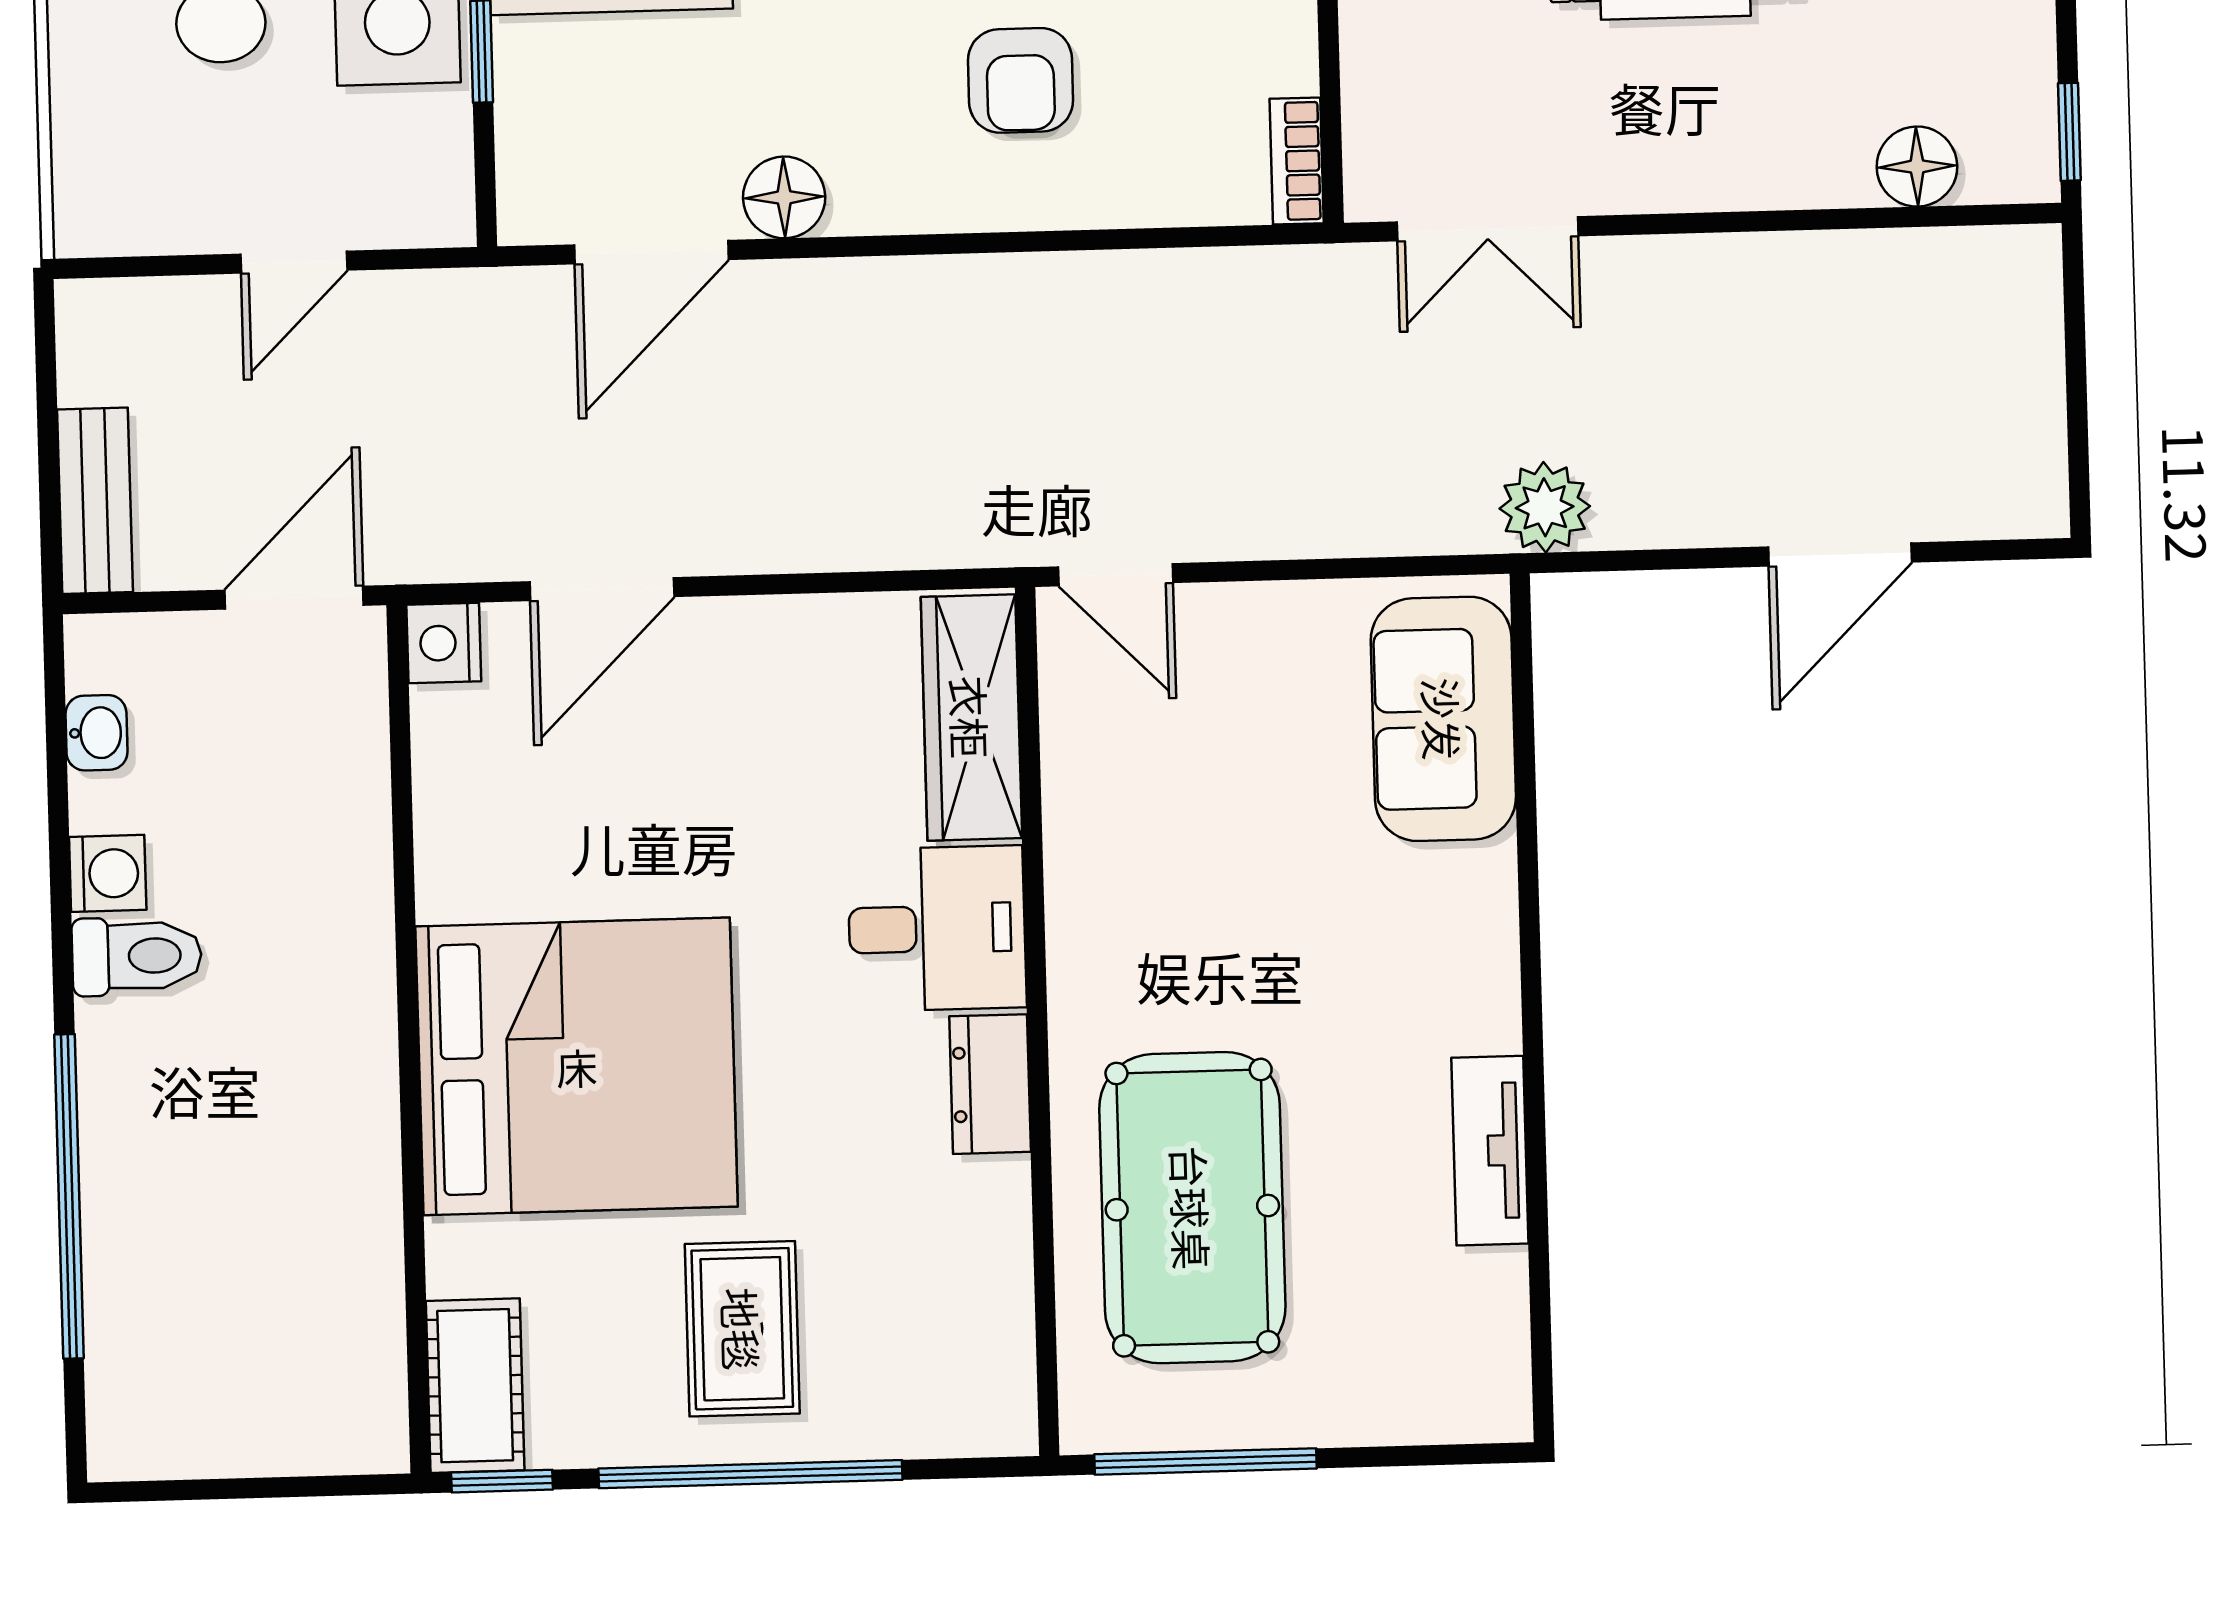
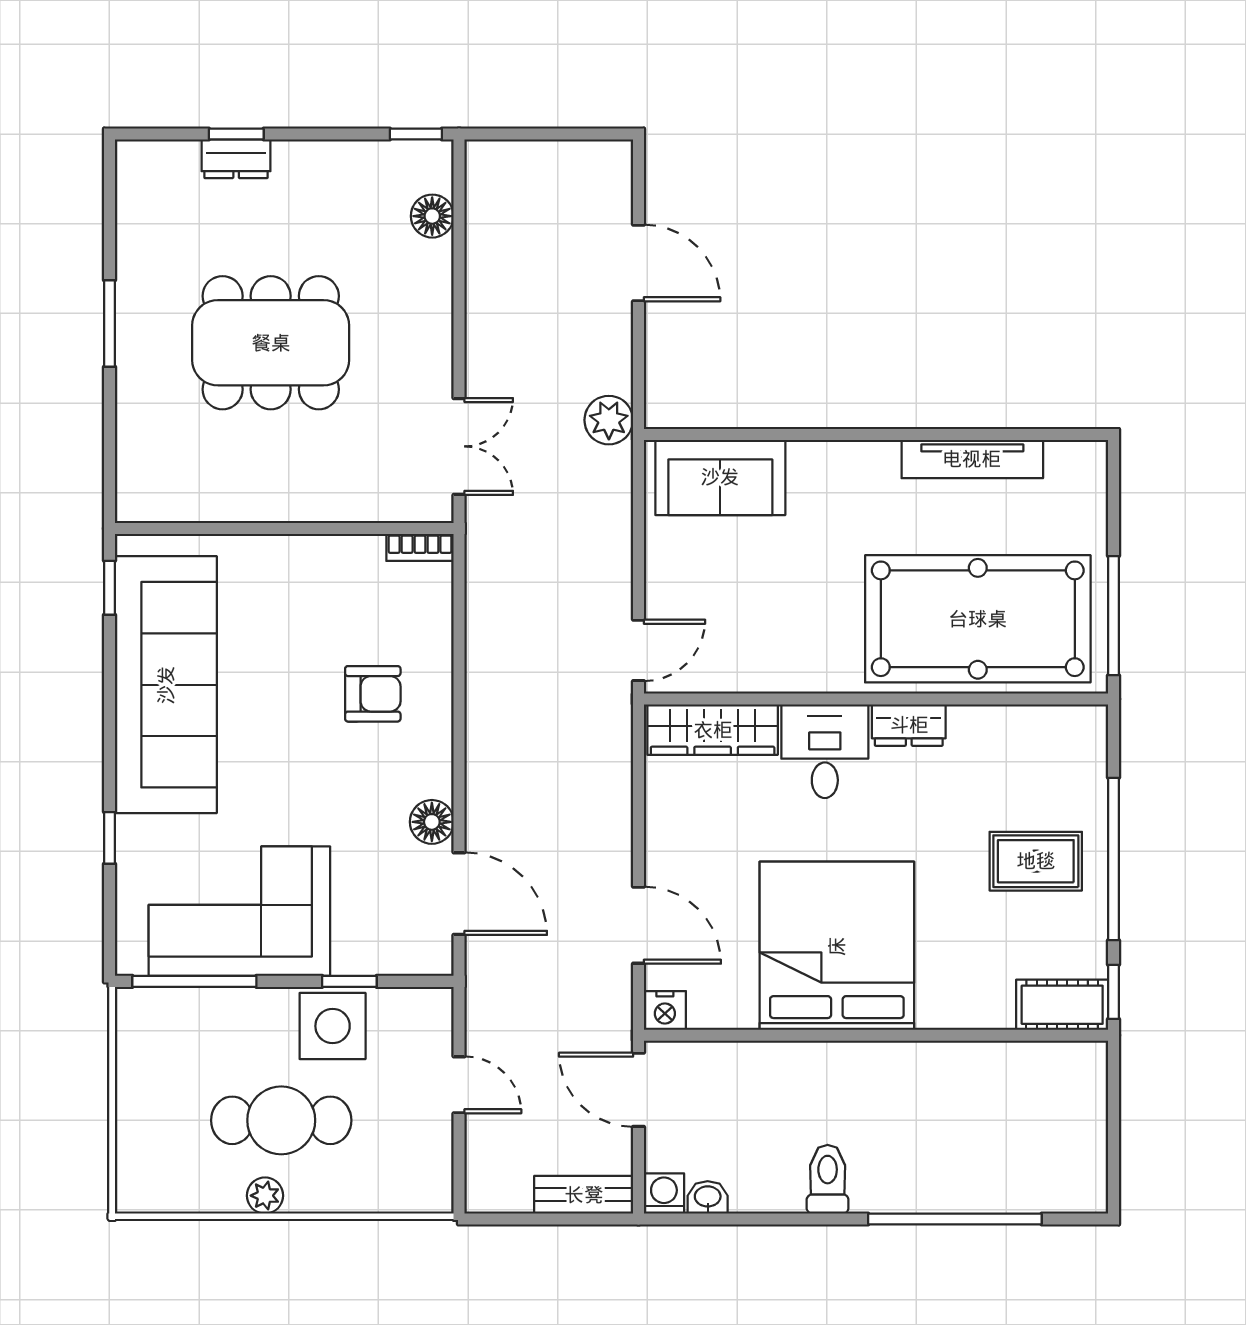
washing machine: (108, 873) -> (664, 1193), moved
bed: (577, 1066) -> (837, 946), moved
tv unit: (1490, 1151) -> (972, 459), width x1.41
pool table: (1192, 1208) -> (978, 619), width x1.36, depth x1.32

